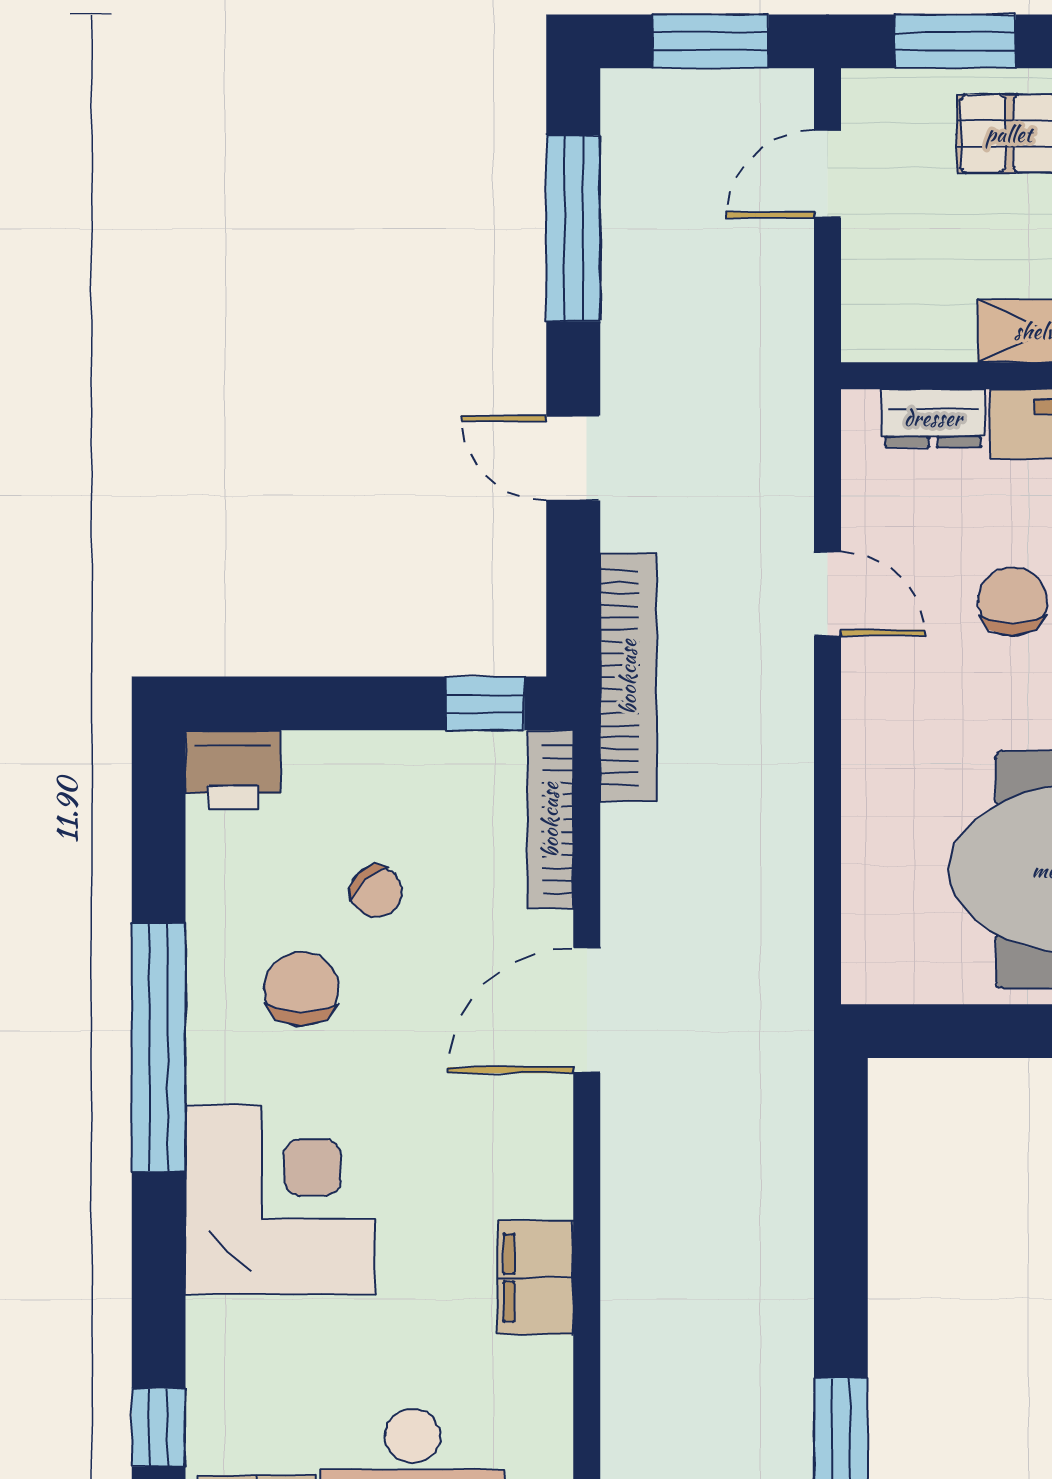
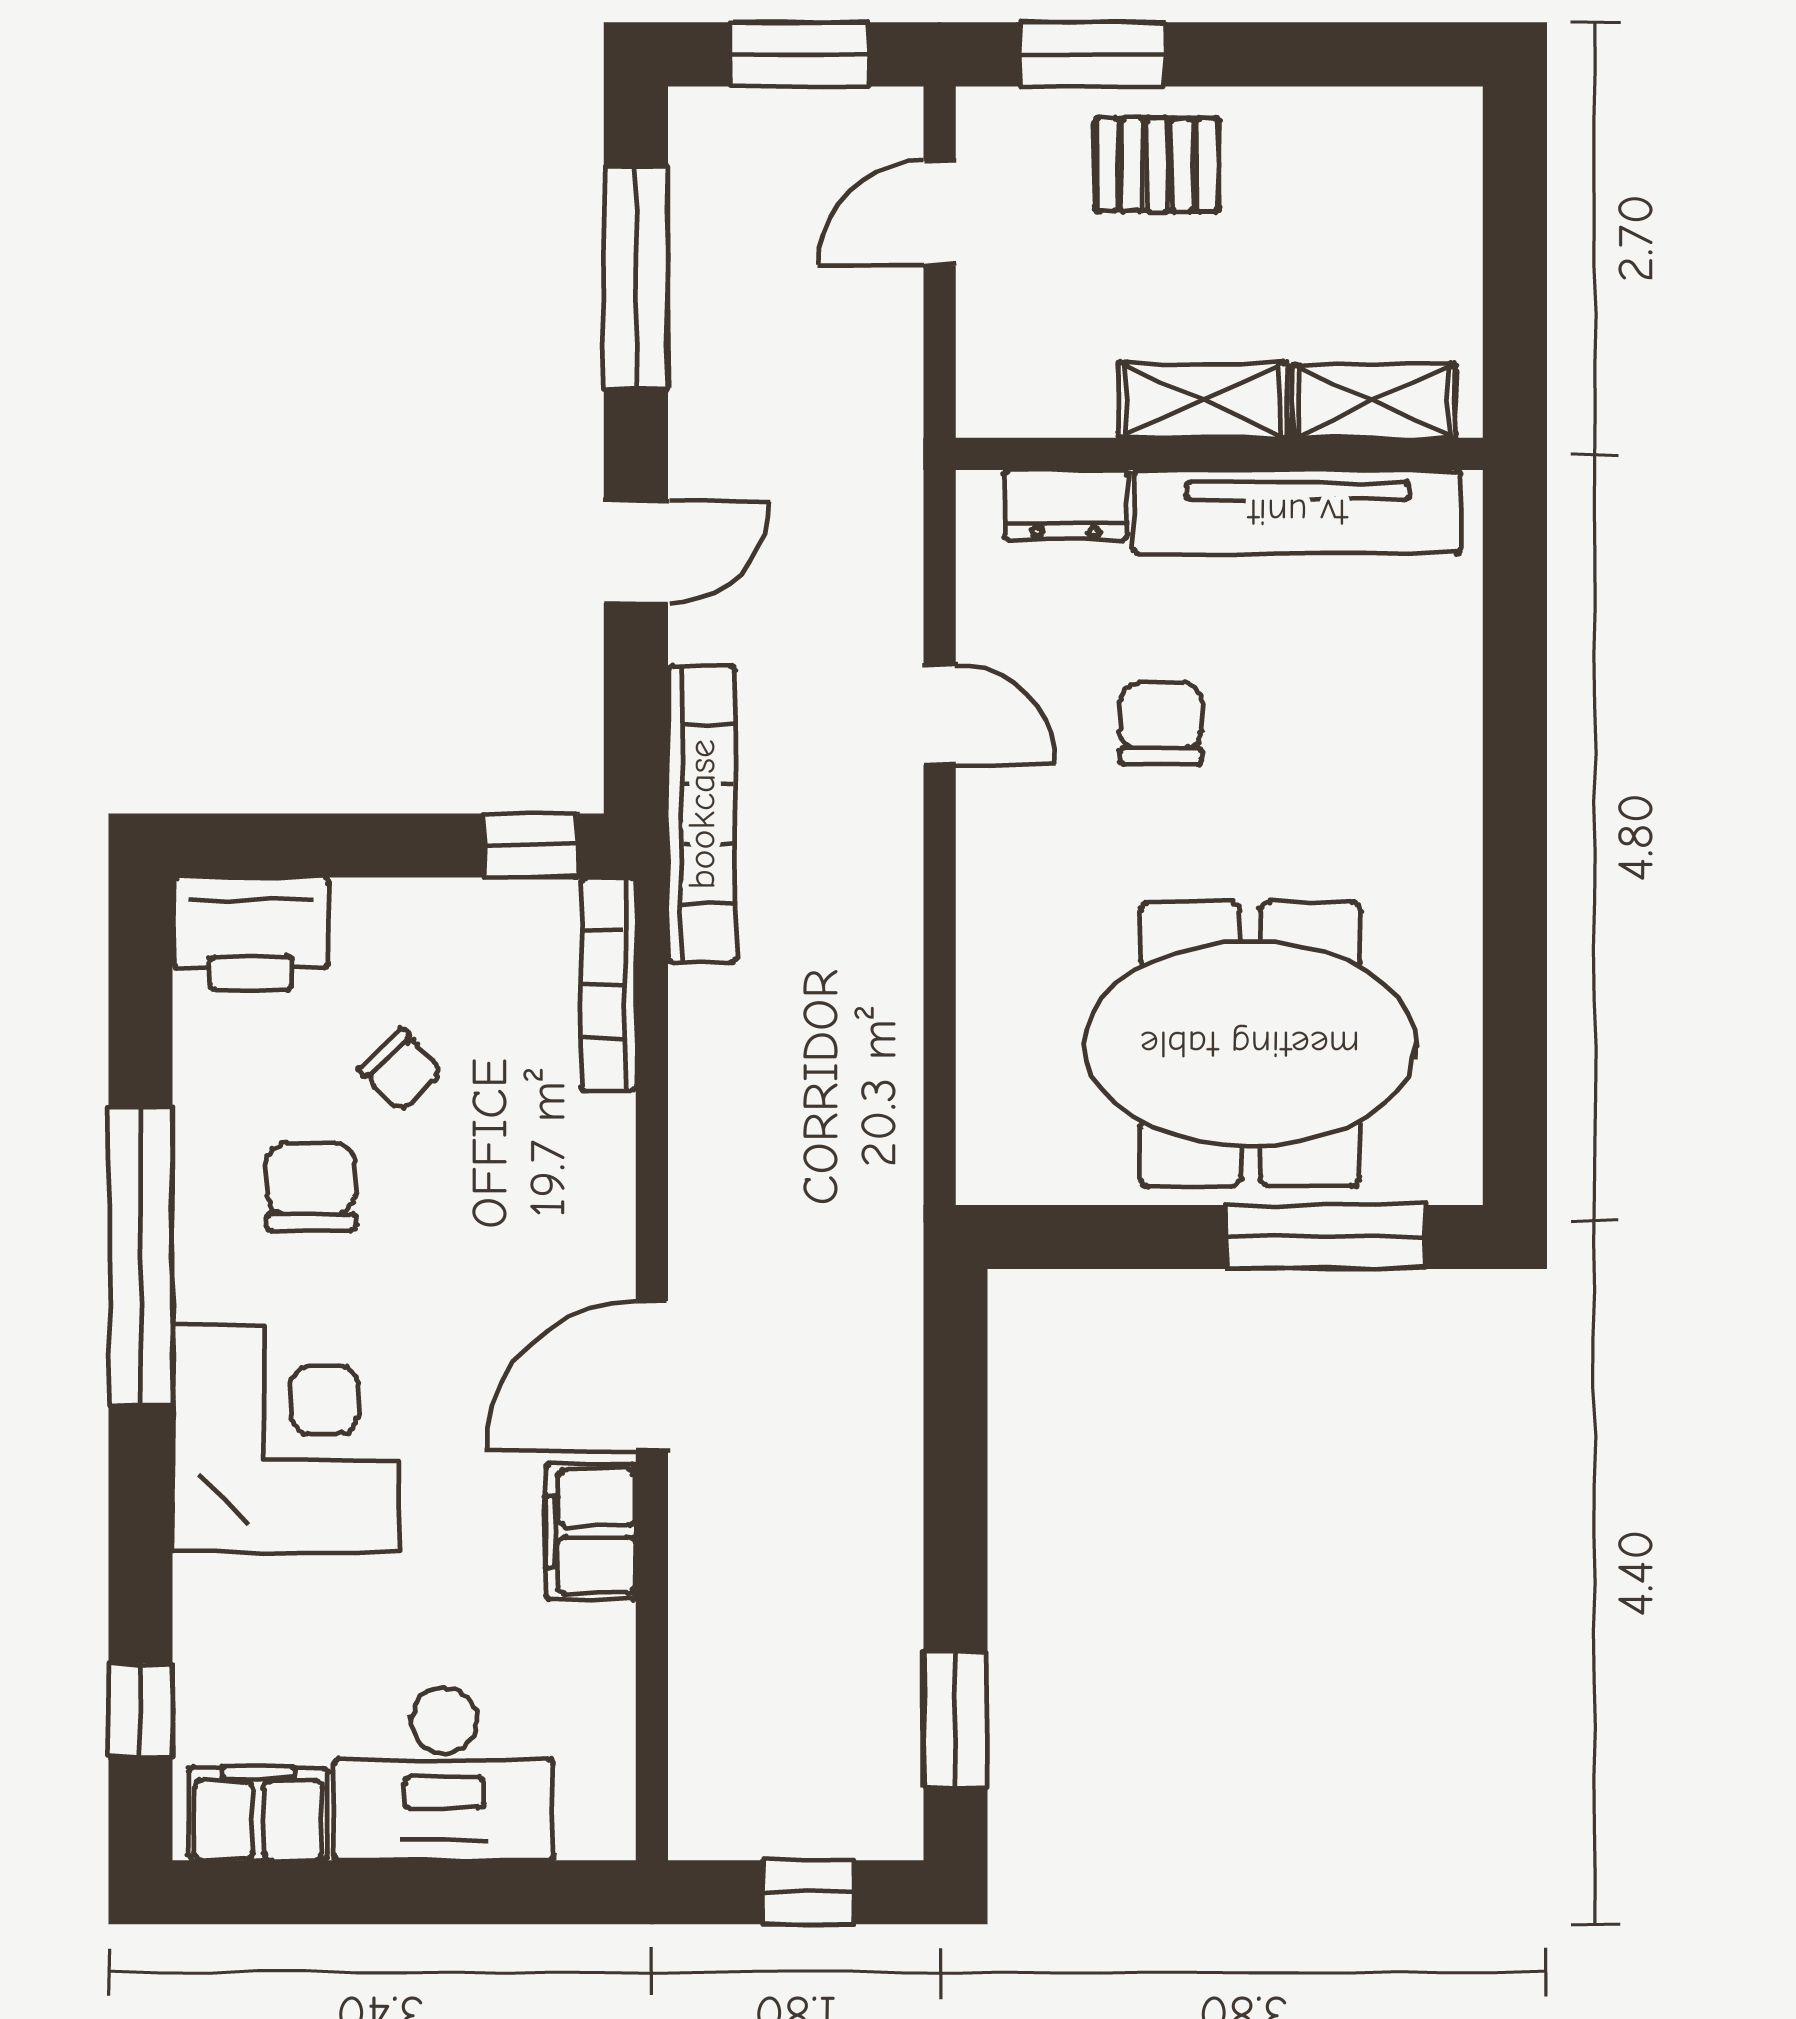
door: (573, 458) -> (636, 552), swing flipped
printer: (233, 770) -> (251, 934), width x1.37, depth x1.19
door: (587, 1010) -> (652, 1376), moved

